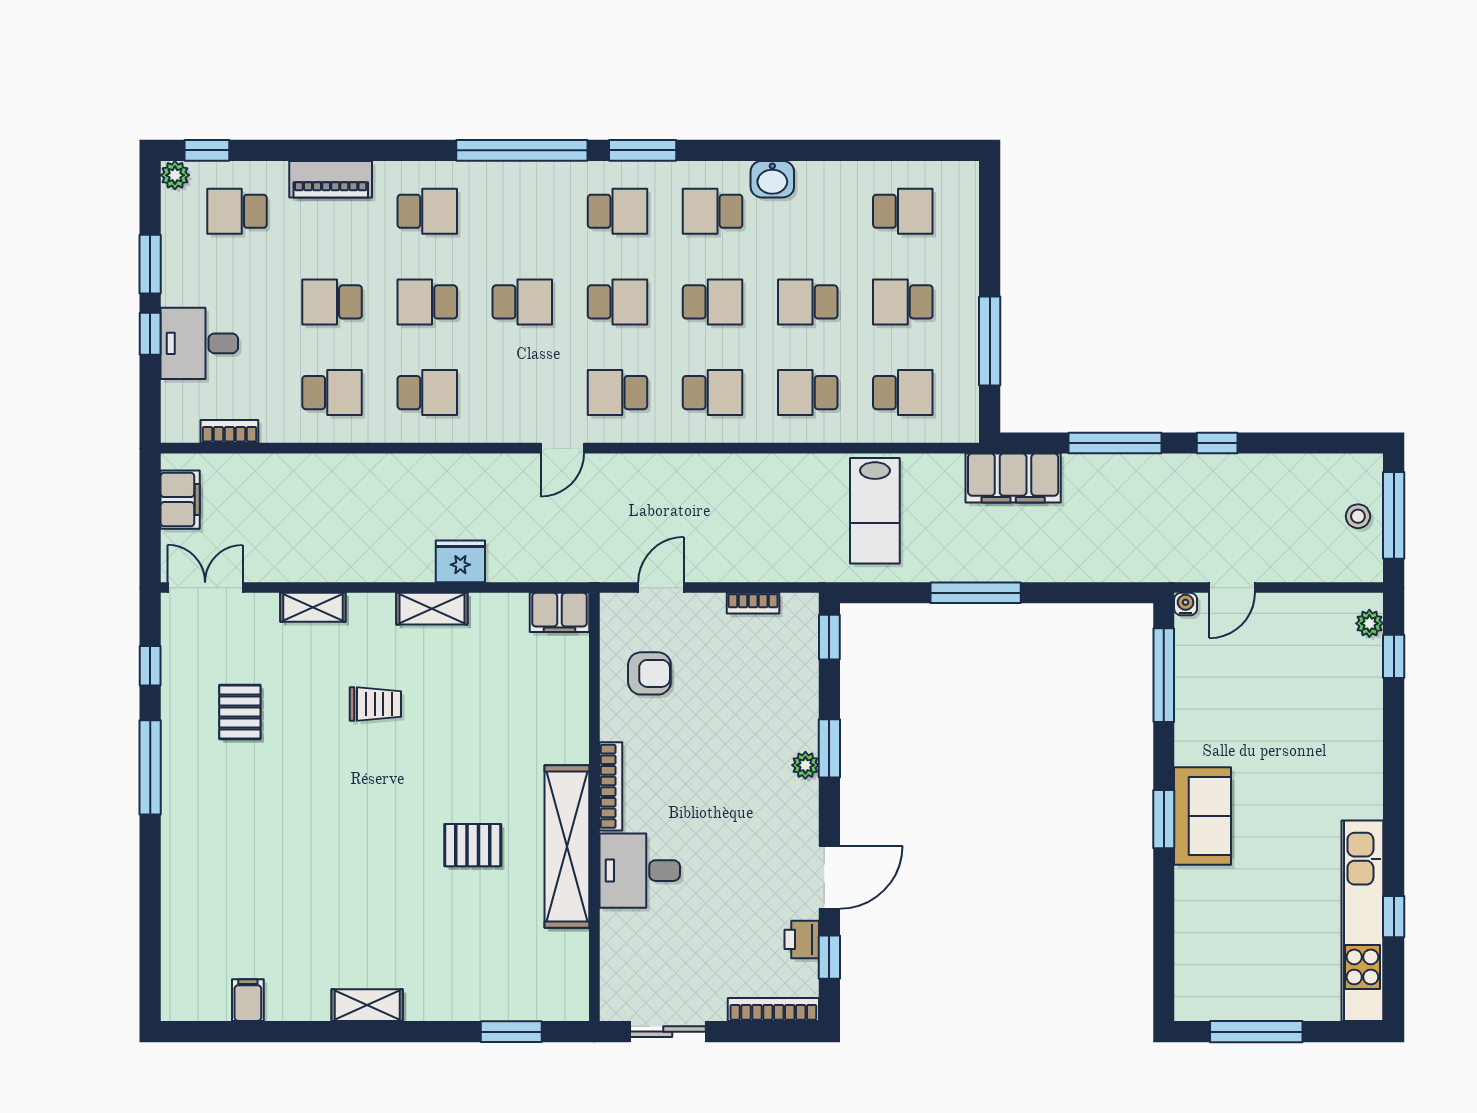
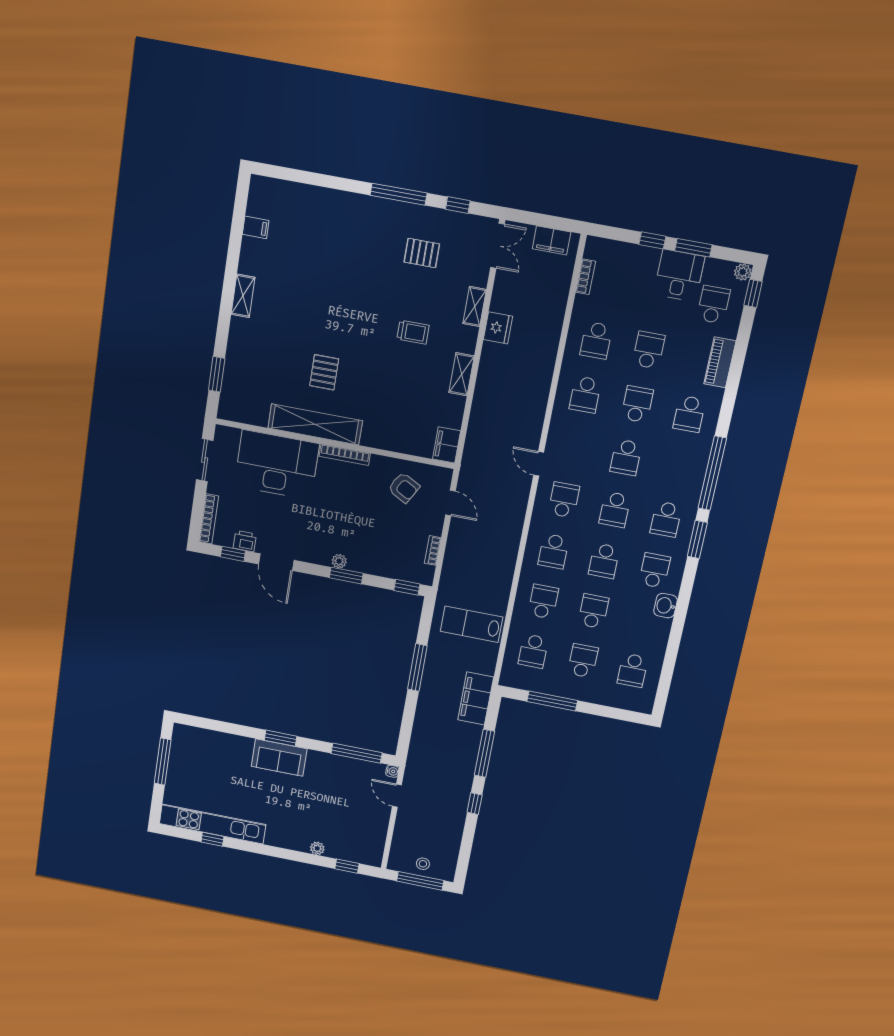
desk: (199, 343) -> (679, 275), moved
fridge: (460, 561) -> (498, 328), moved
plant: (1369, 623) -> (317, 848), moved
armchair: (649, 673) -> (404, 488), turned -61
trolley: (375, 704) -> (413, 332), turned -90
desk: (640, 871) -> (277, 465), width x1.87, depth x1.30

